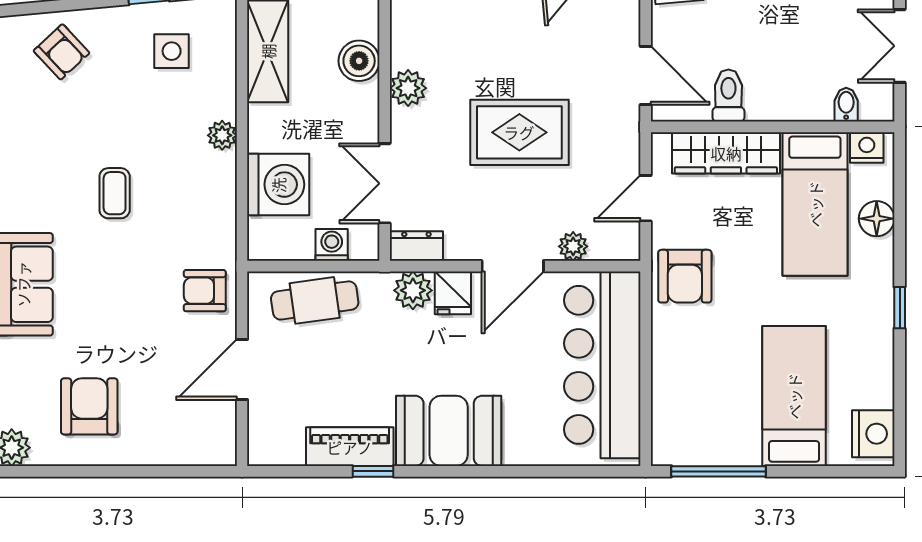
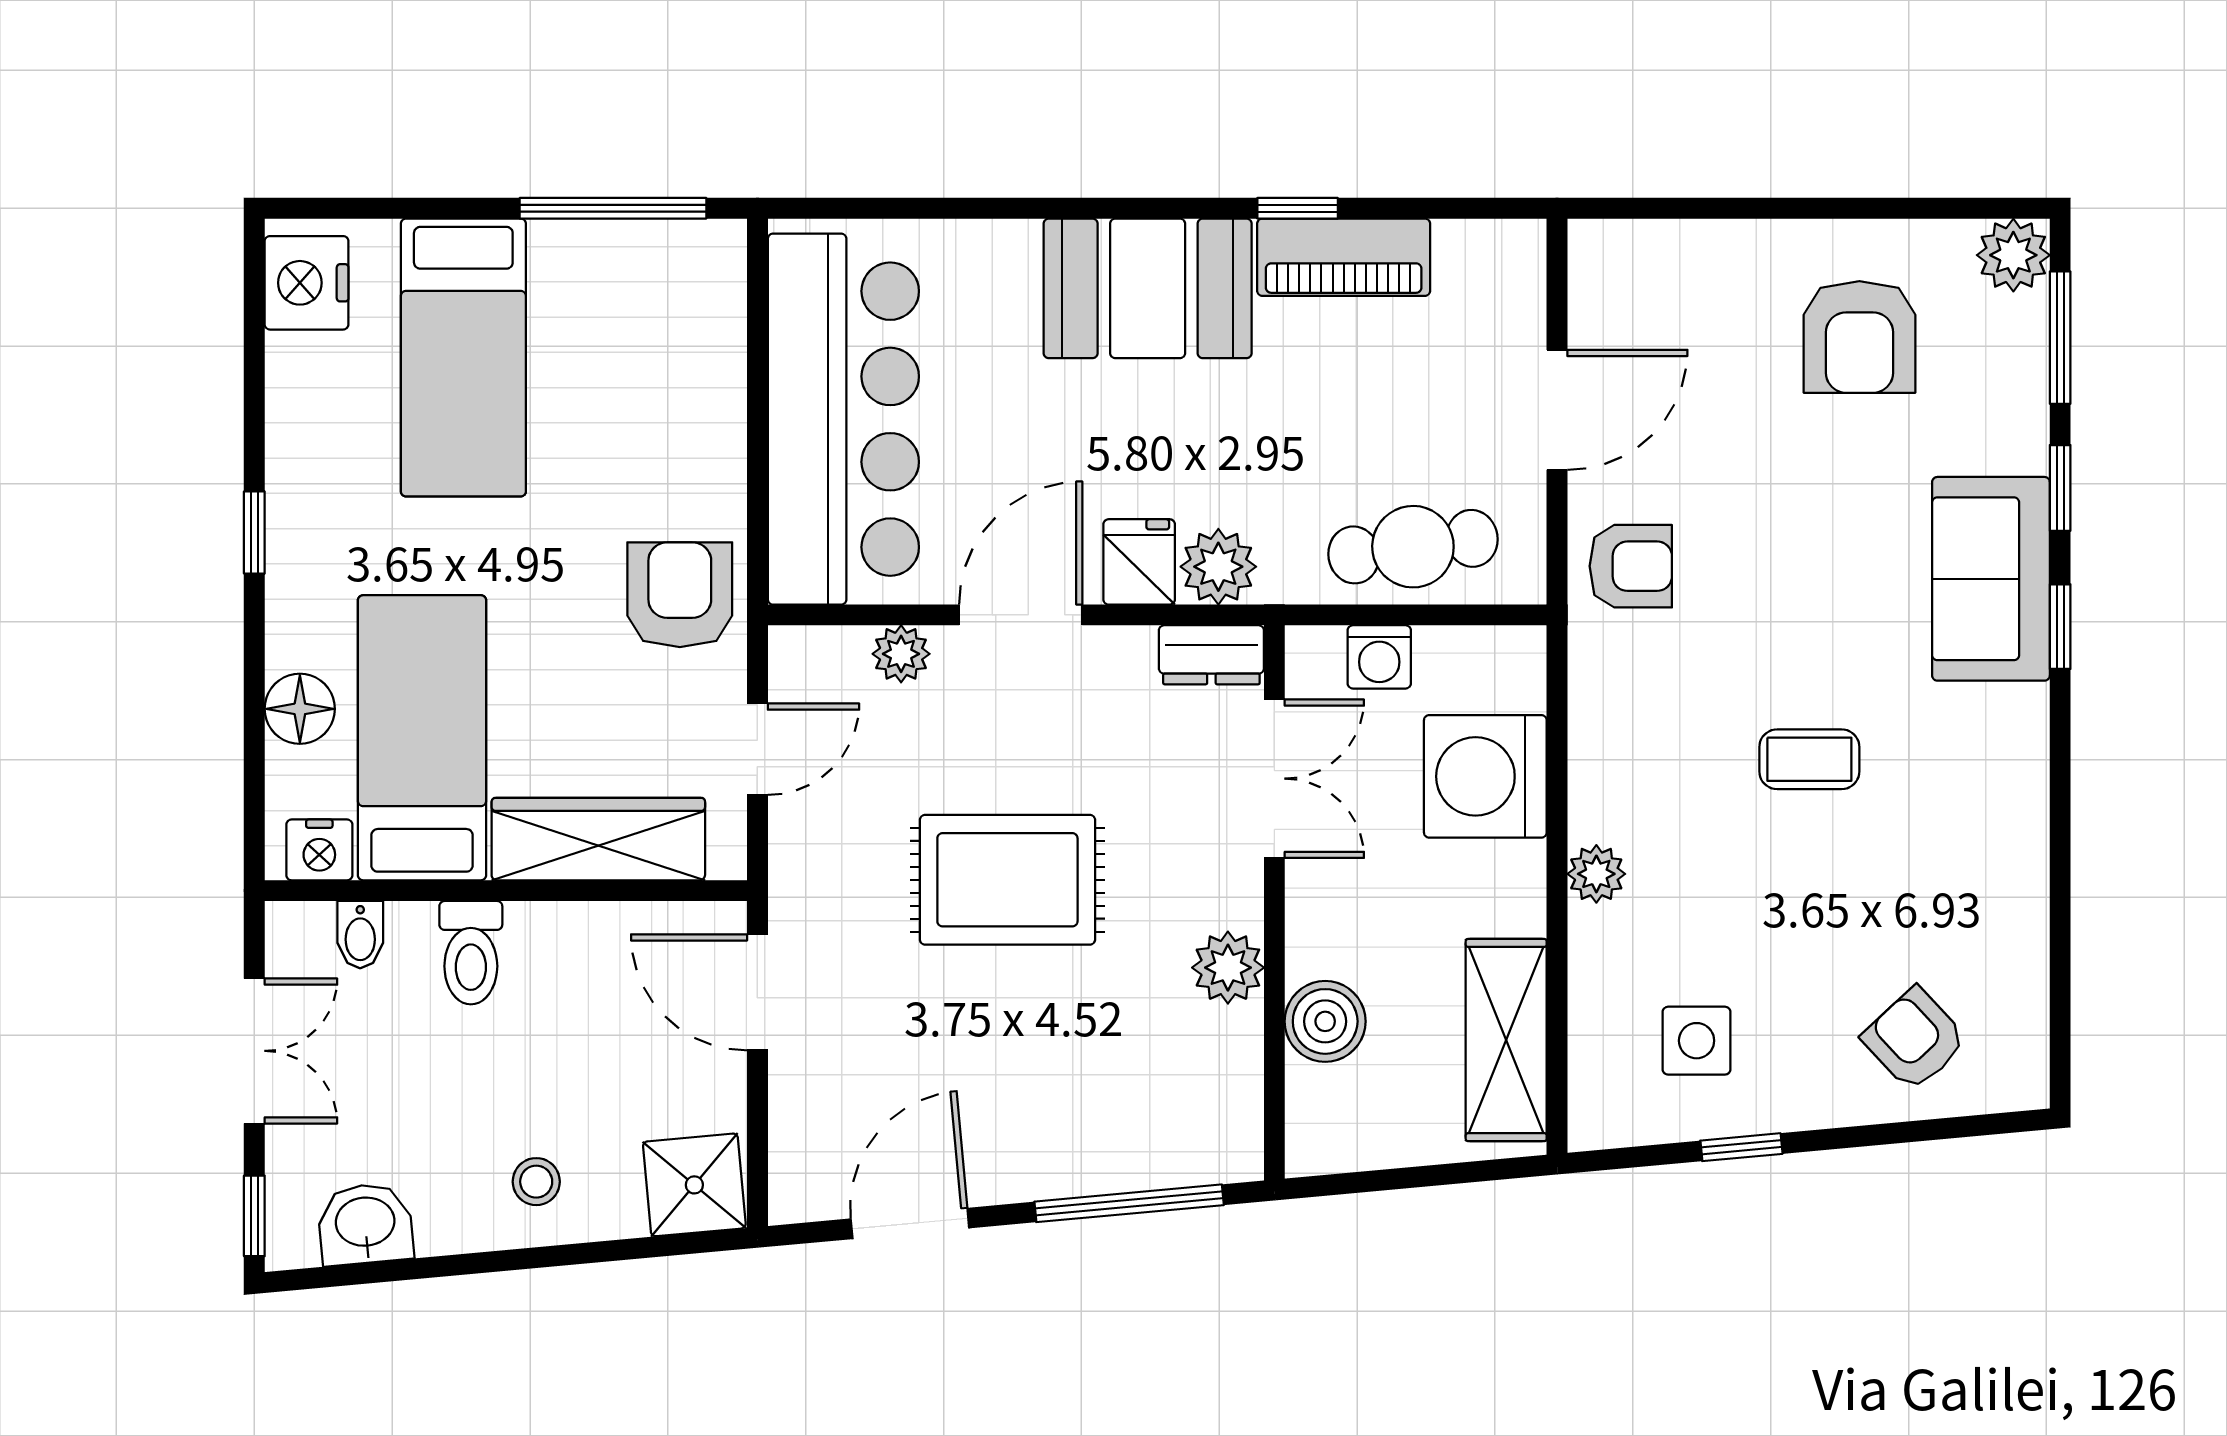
toilet: (728, 96) -> (471, 953), moved
coffee table: (115, 193) -> (1809, 759), turned 90

